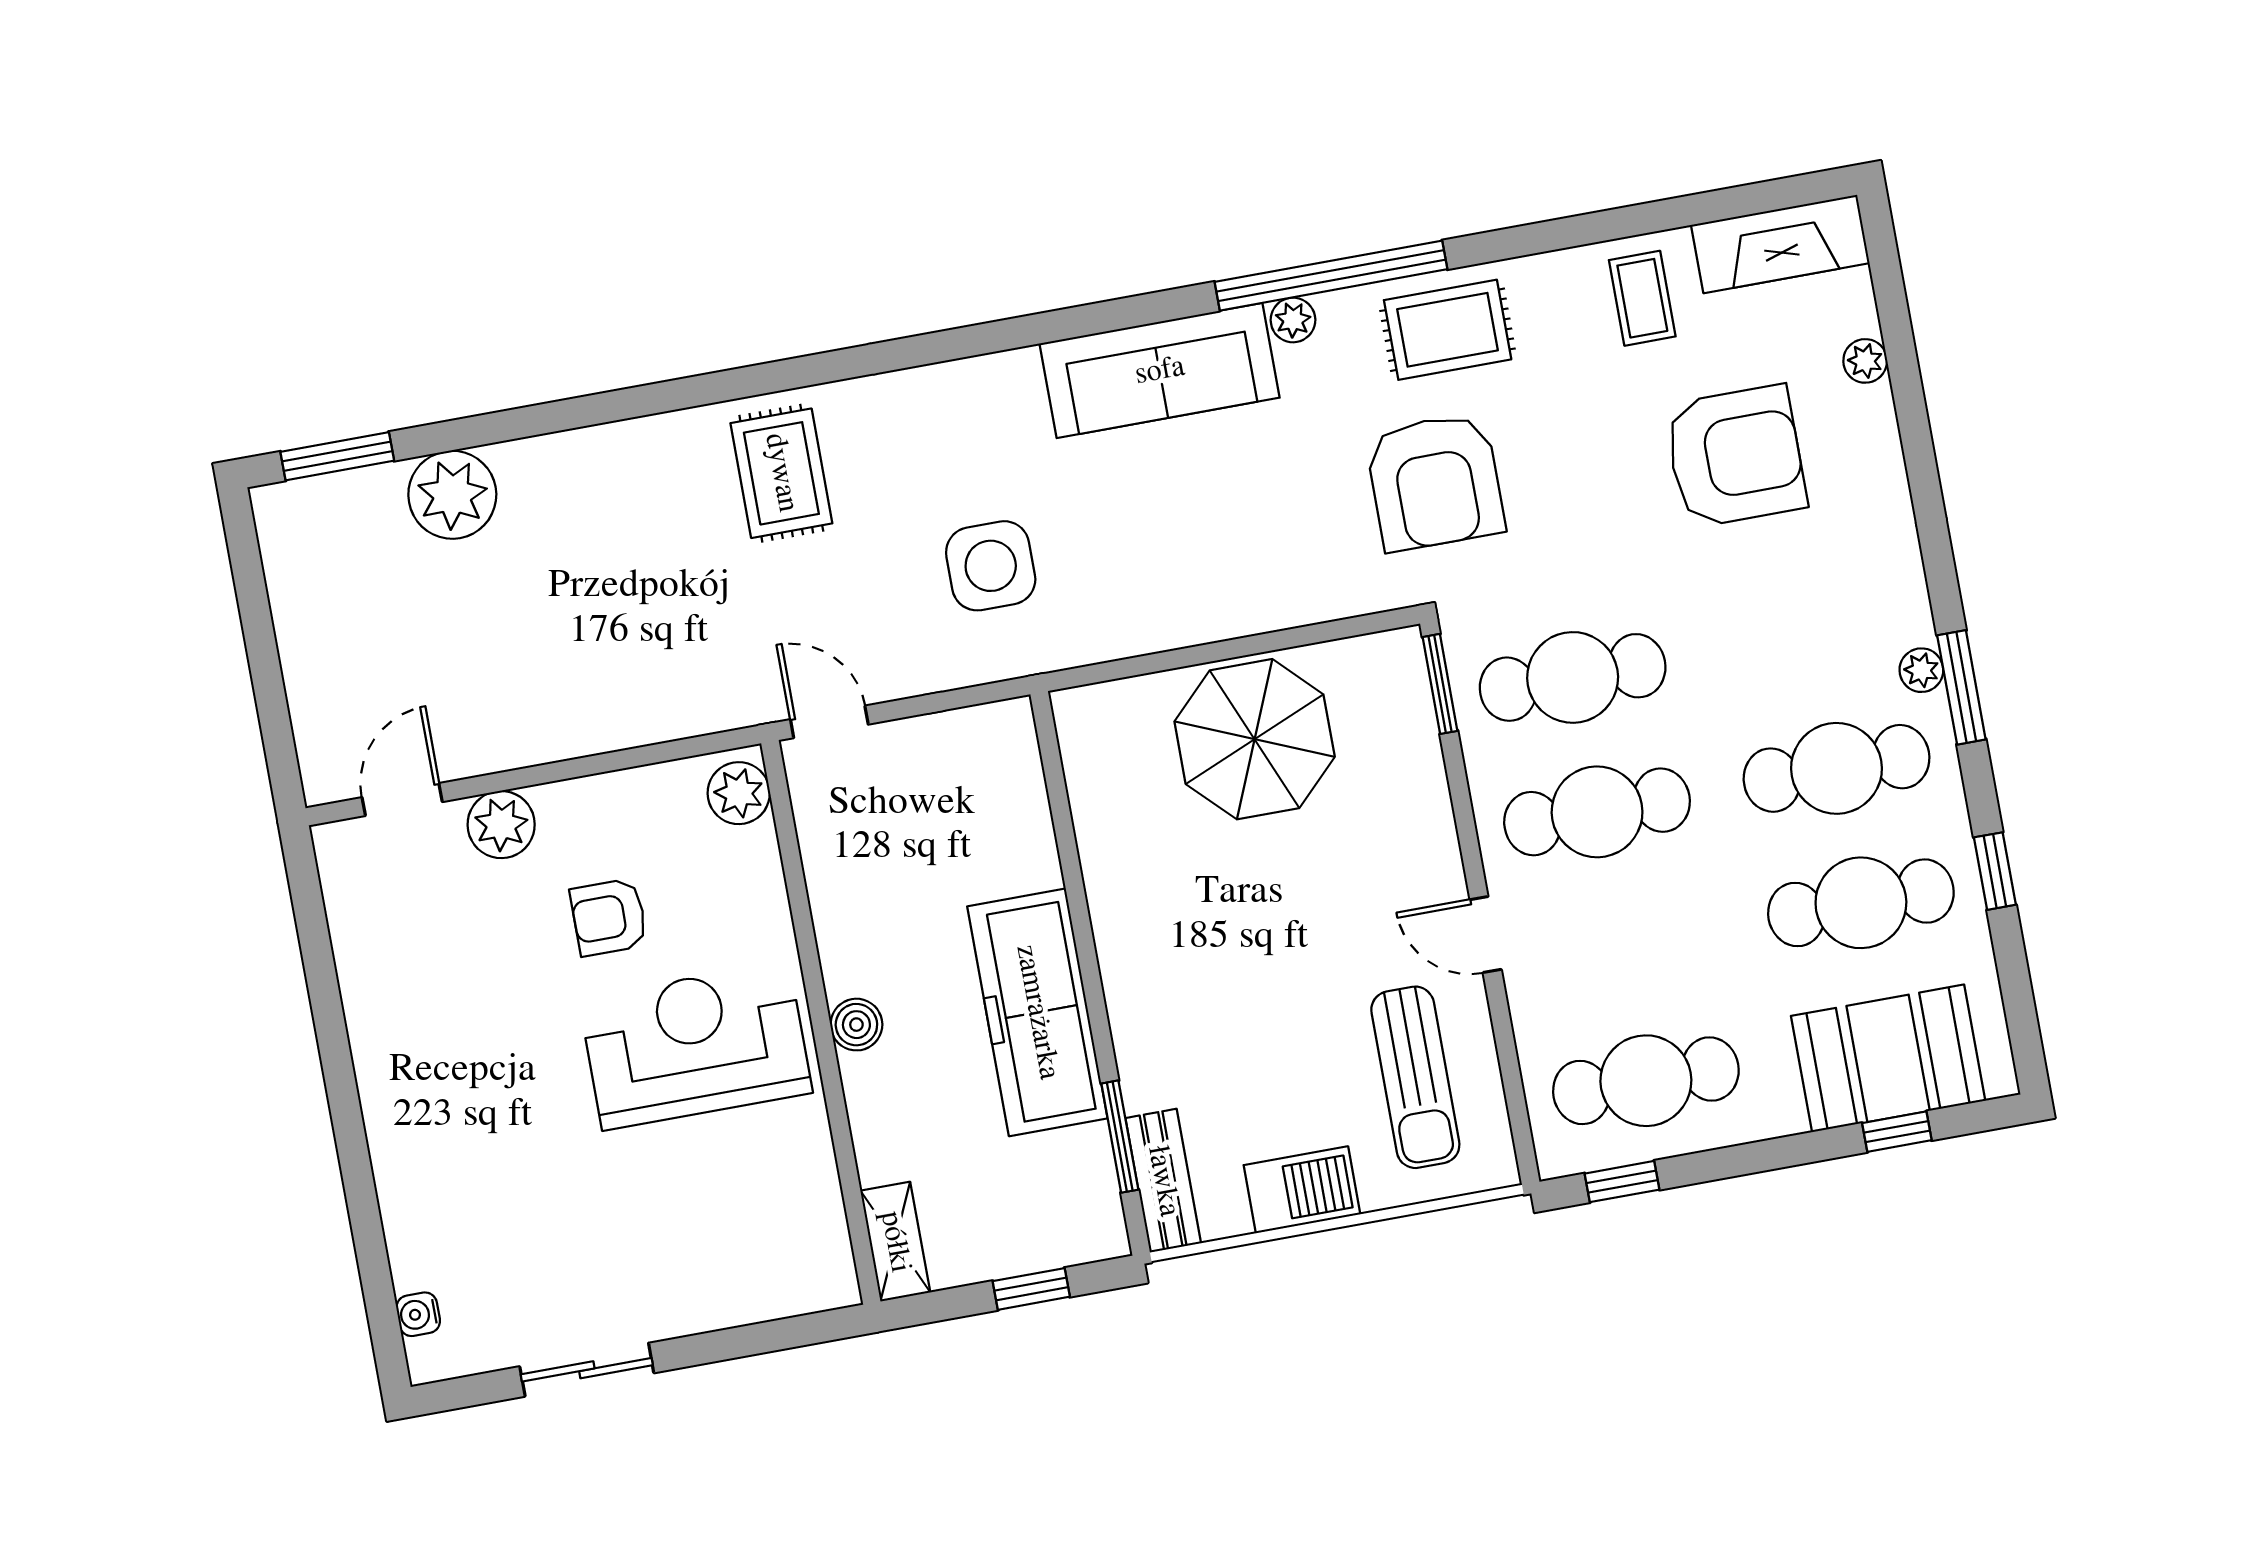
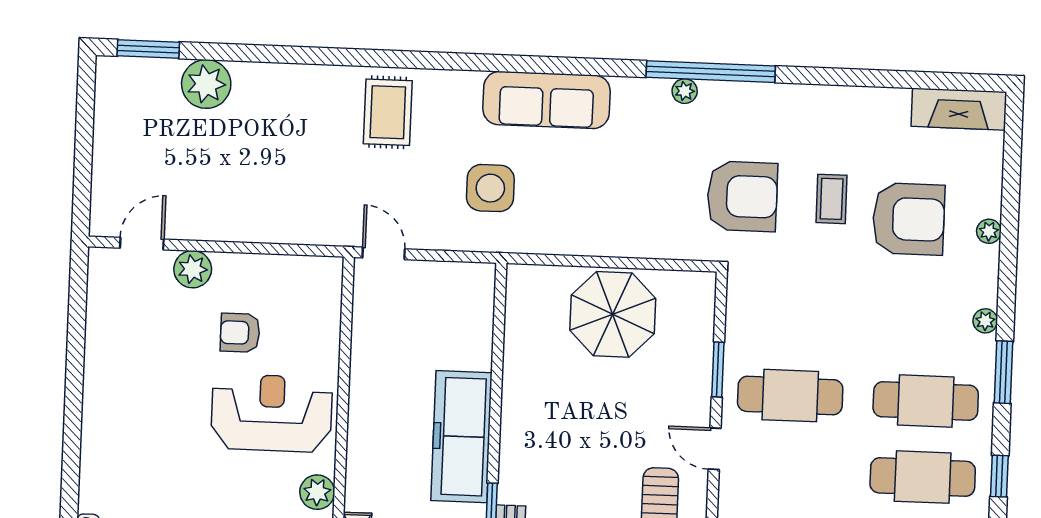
coffee table: (1642, 298) -> (832, 199), moved
rug: (1448, 330) -> (767, 115), removed
plant: (1865, 361) -> (989, 231), moved
sofa: (1160, 371) -> (546, 100), moved
armchair: (1435, 482) -> (742, 196), turned -90
plant: (1921, 670) -> (985, 321), moved
cafe table: (1573, 677) -> (793, 319), removed
window: (1440, 684) -> (718, 369), moved
plant: (739, 793) -> (317, 492), moved
boiler: (856, 1025) -> (362, 421), removed

